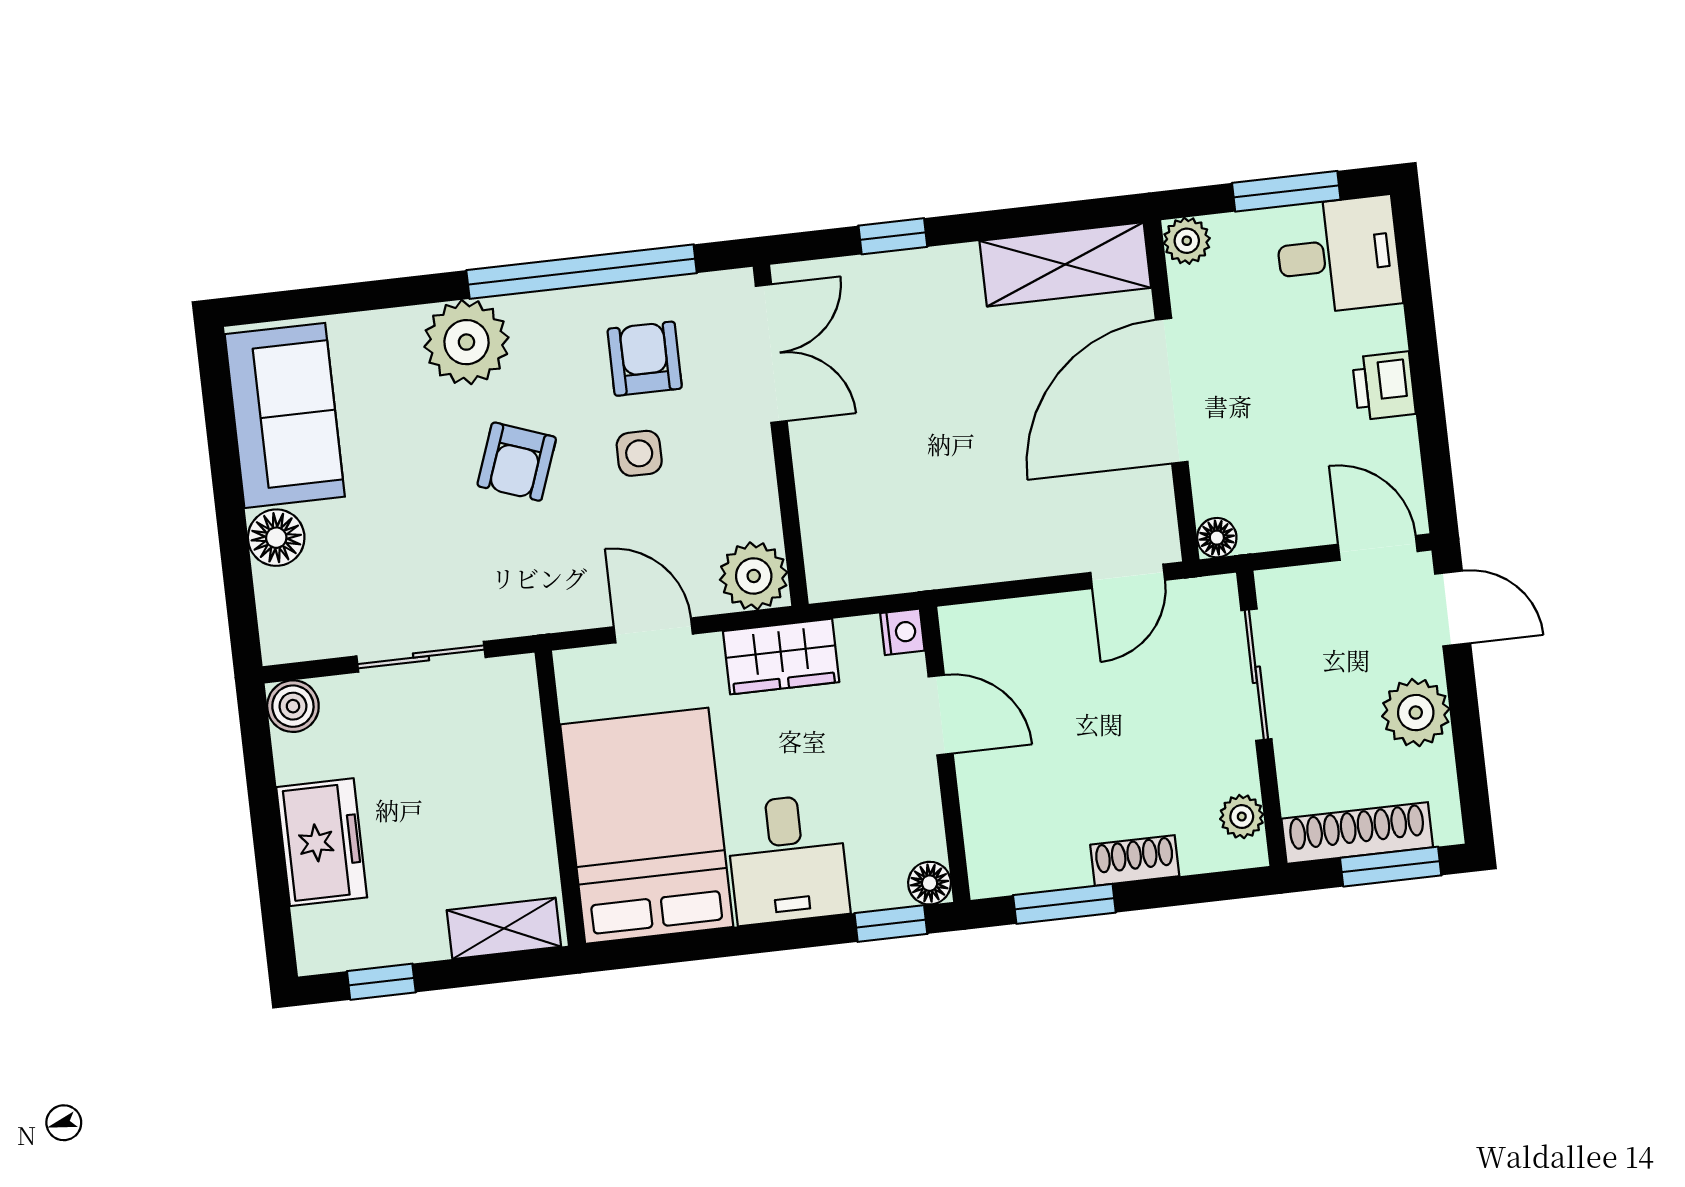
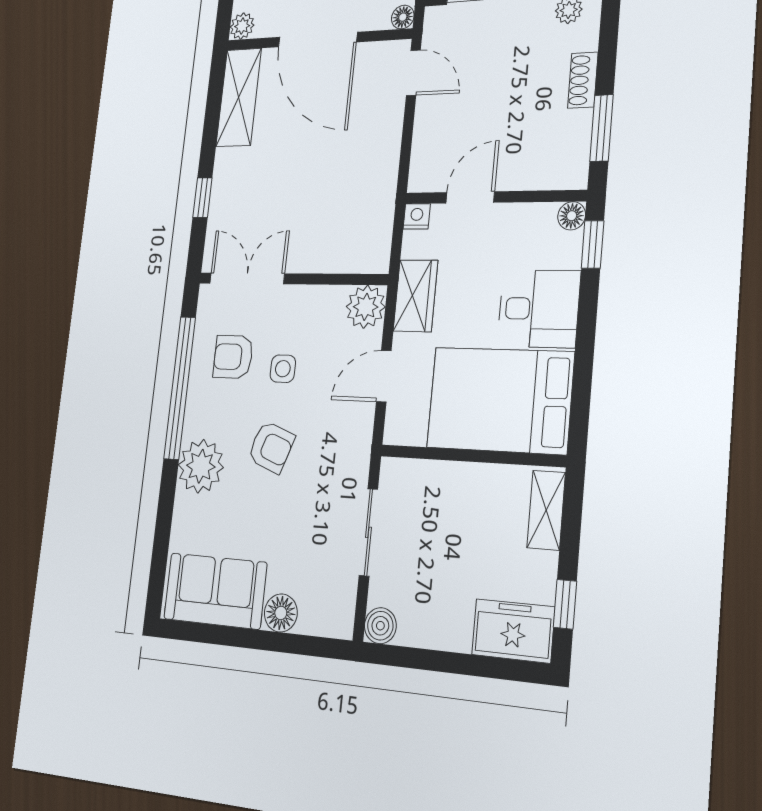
freezer: (322, 842) -> (513, 631), moved

